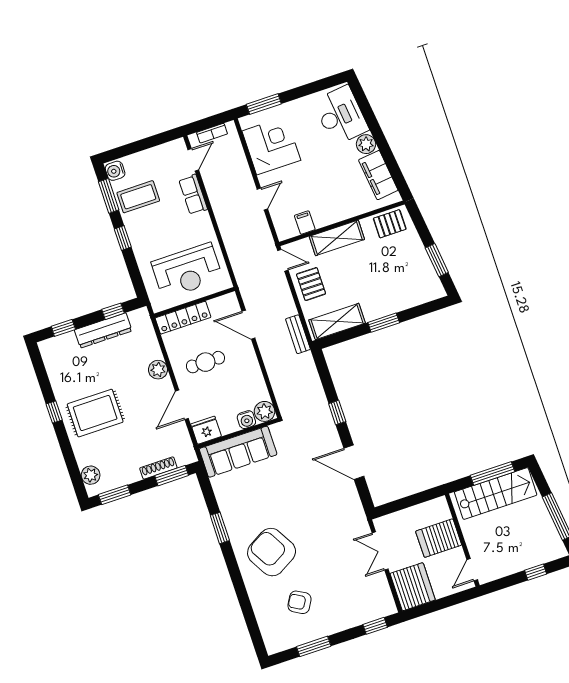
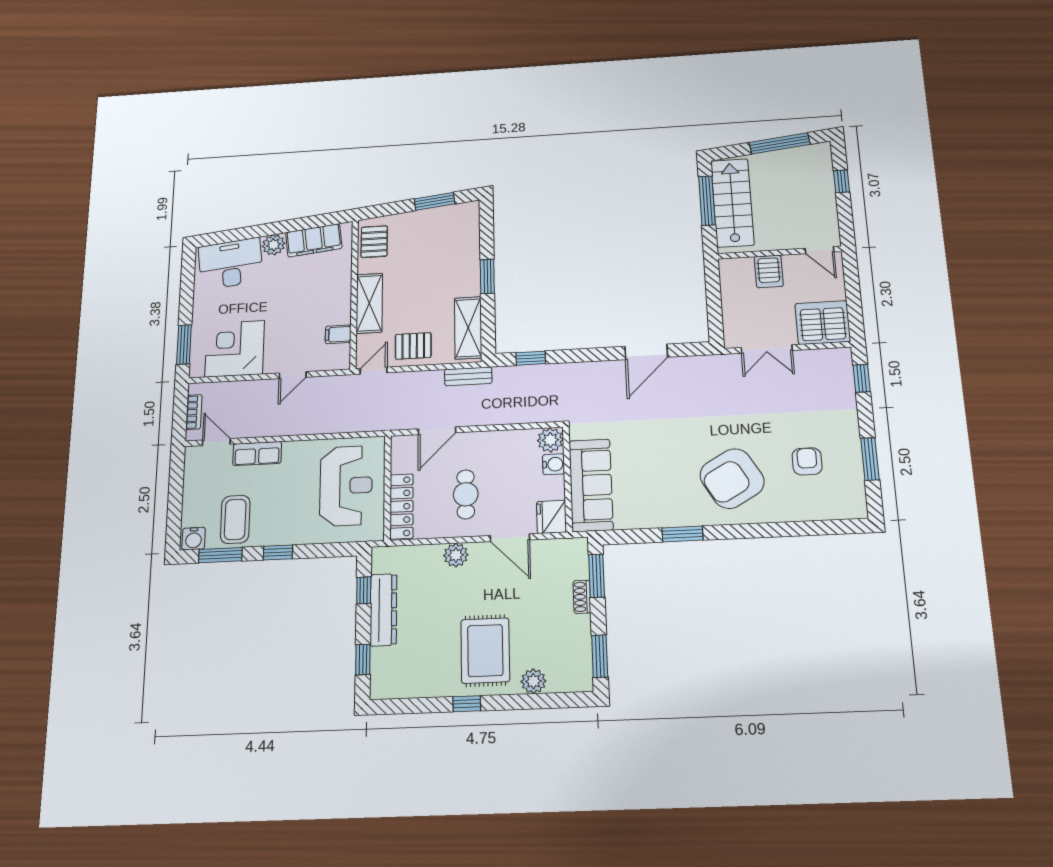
door: (262, 199) -> (293, 375), swing flipped
window: (337, 413) -> (531, 358), moved
shoe rack: (158, 468) -> (582, 597), width x0.70
plant: (91, 475) -> (533, 681), moved
server rack: (439, 538) -> (769, 271), width x0.73, depth x0.70
armchair: (299, 602) -> (807, 461), turned 150

